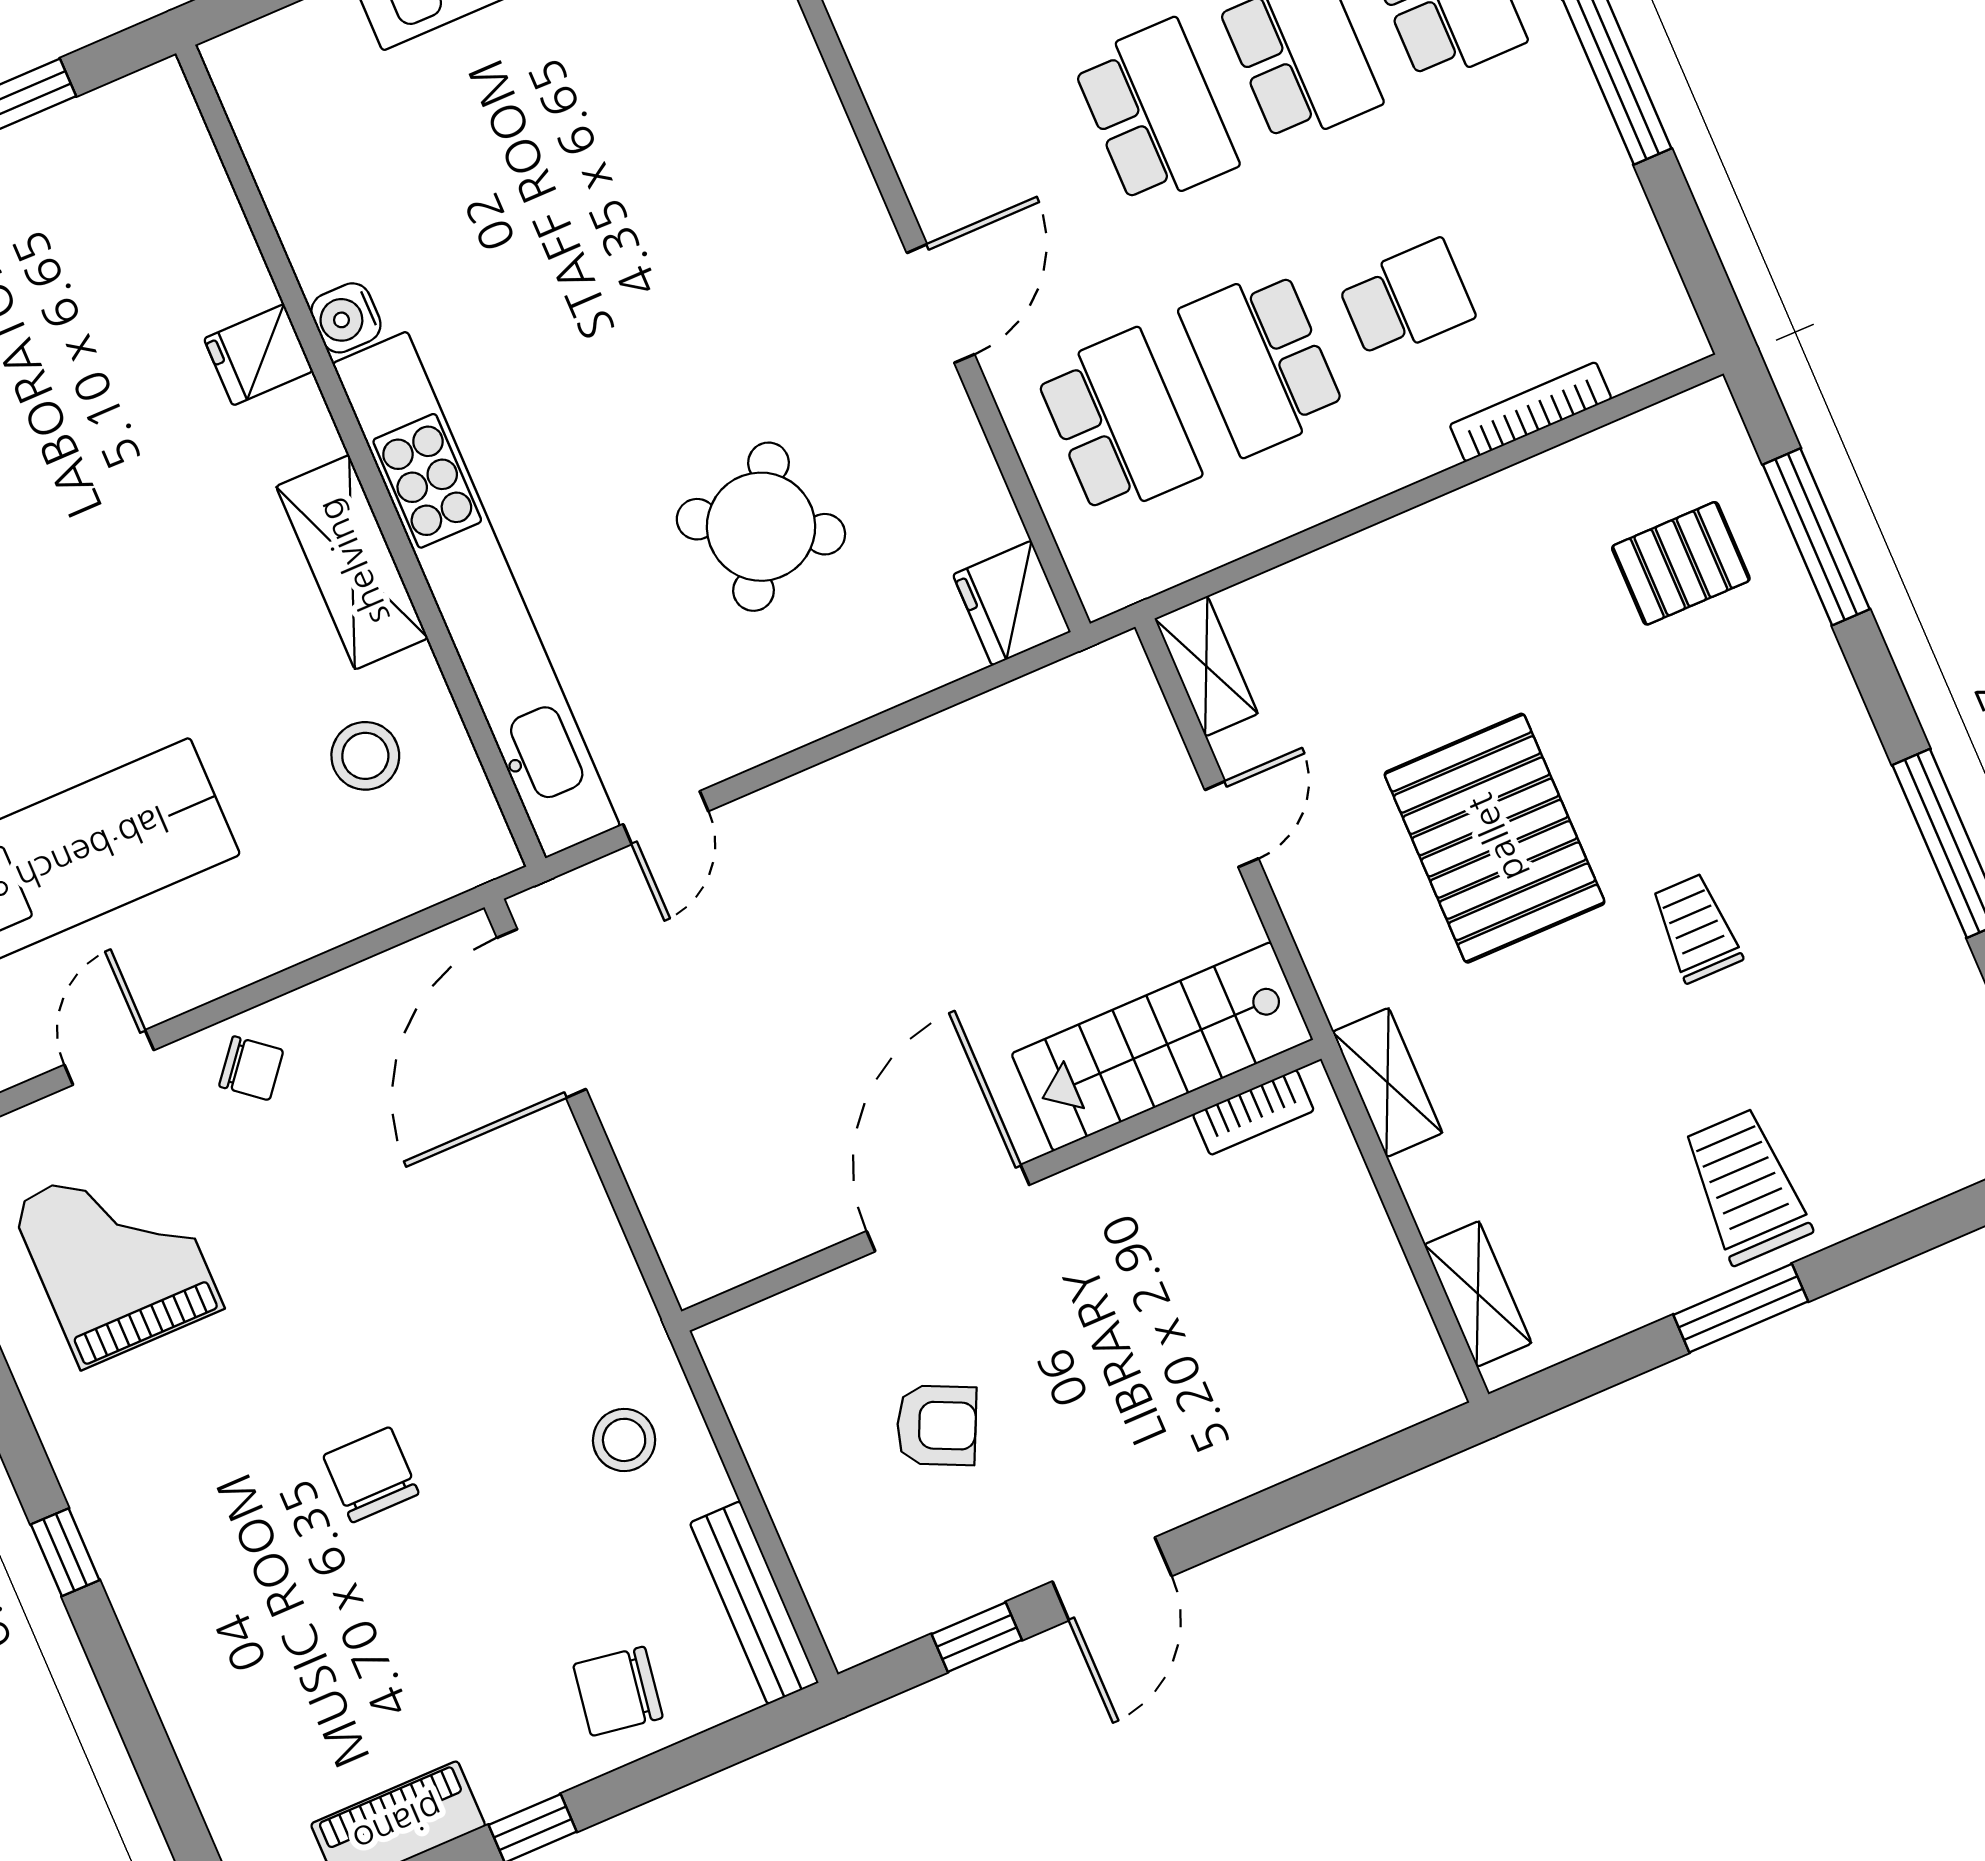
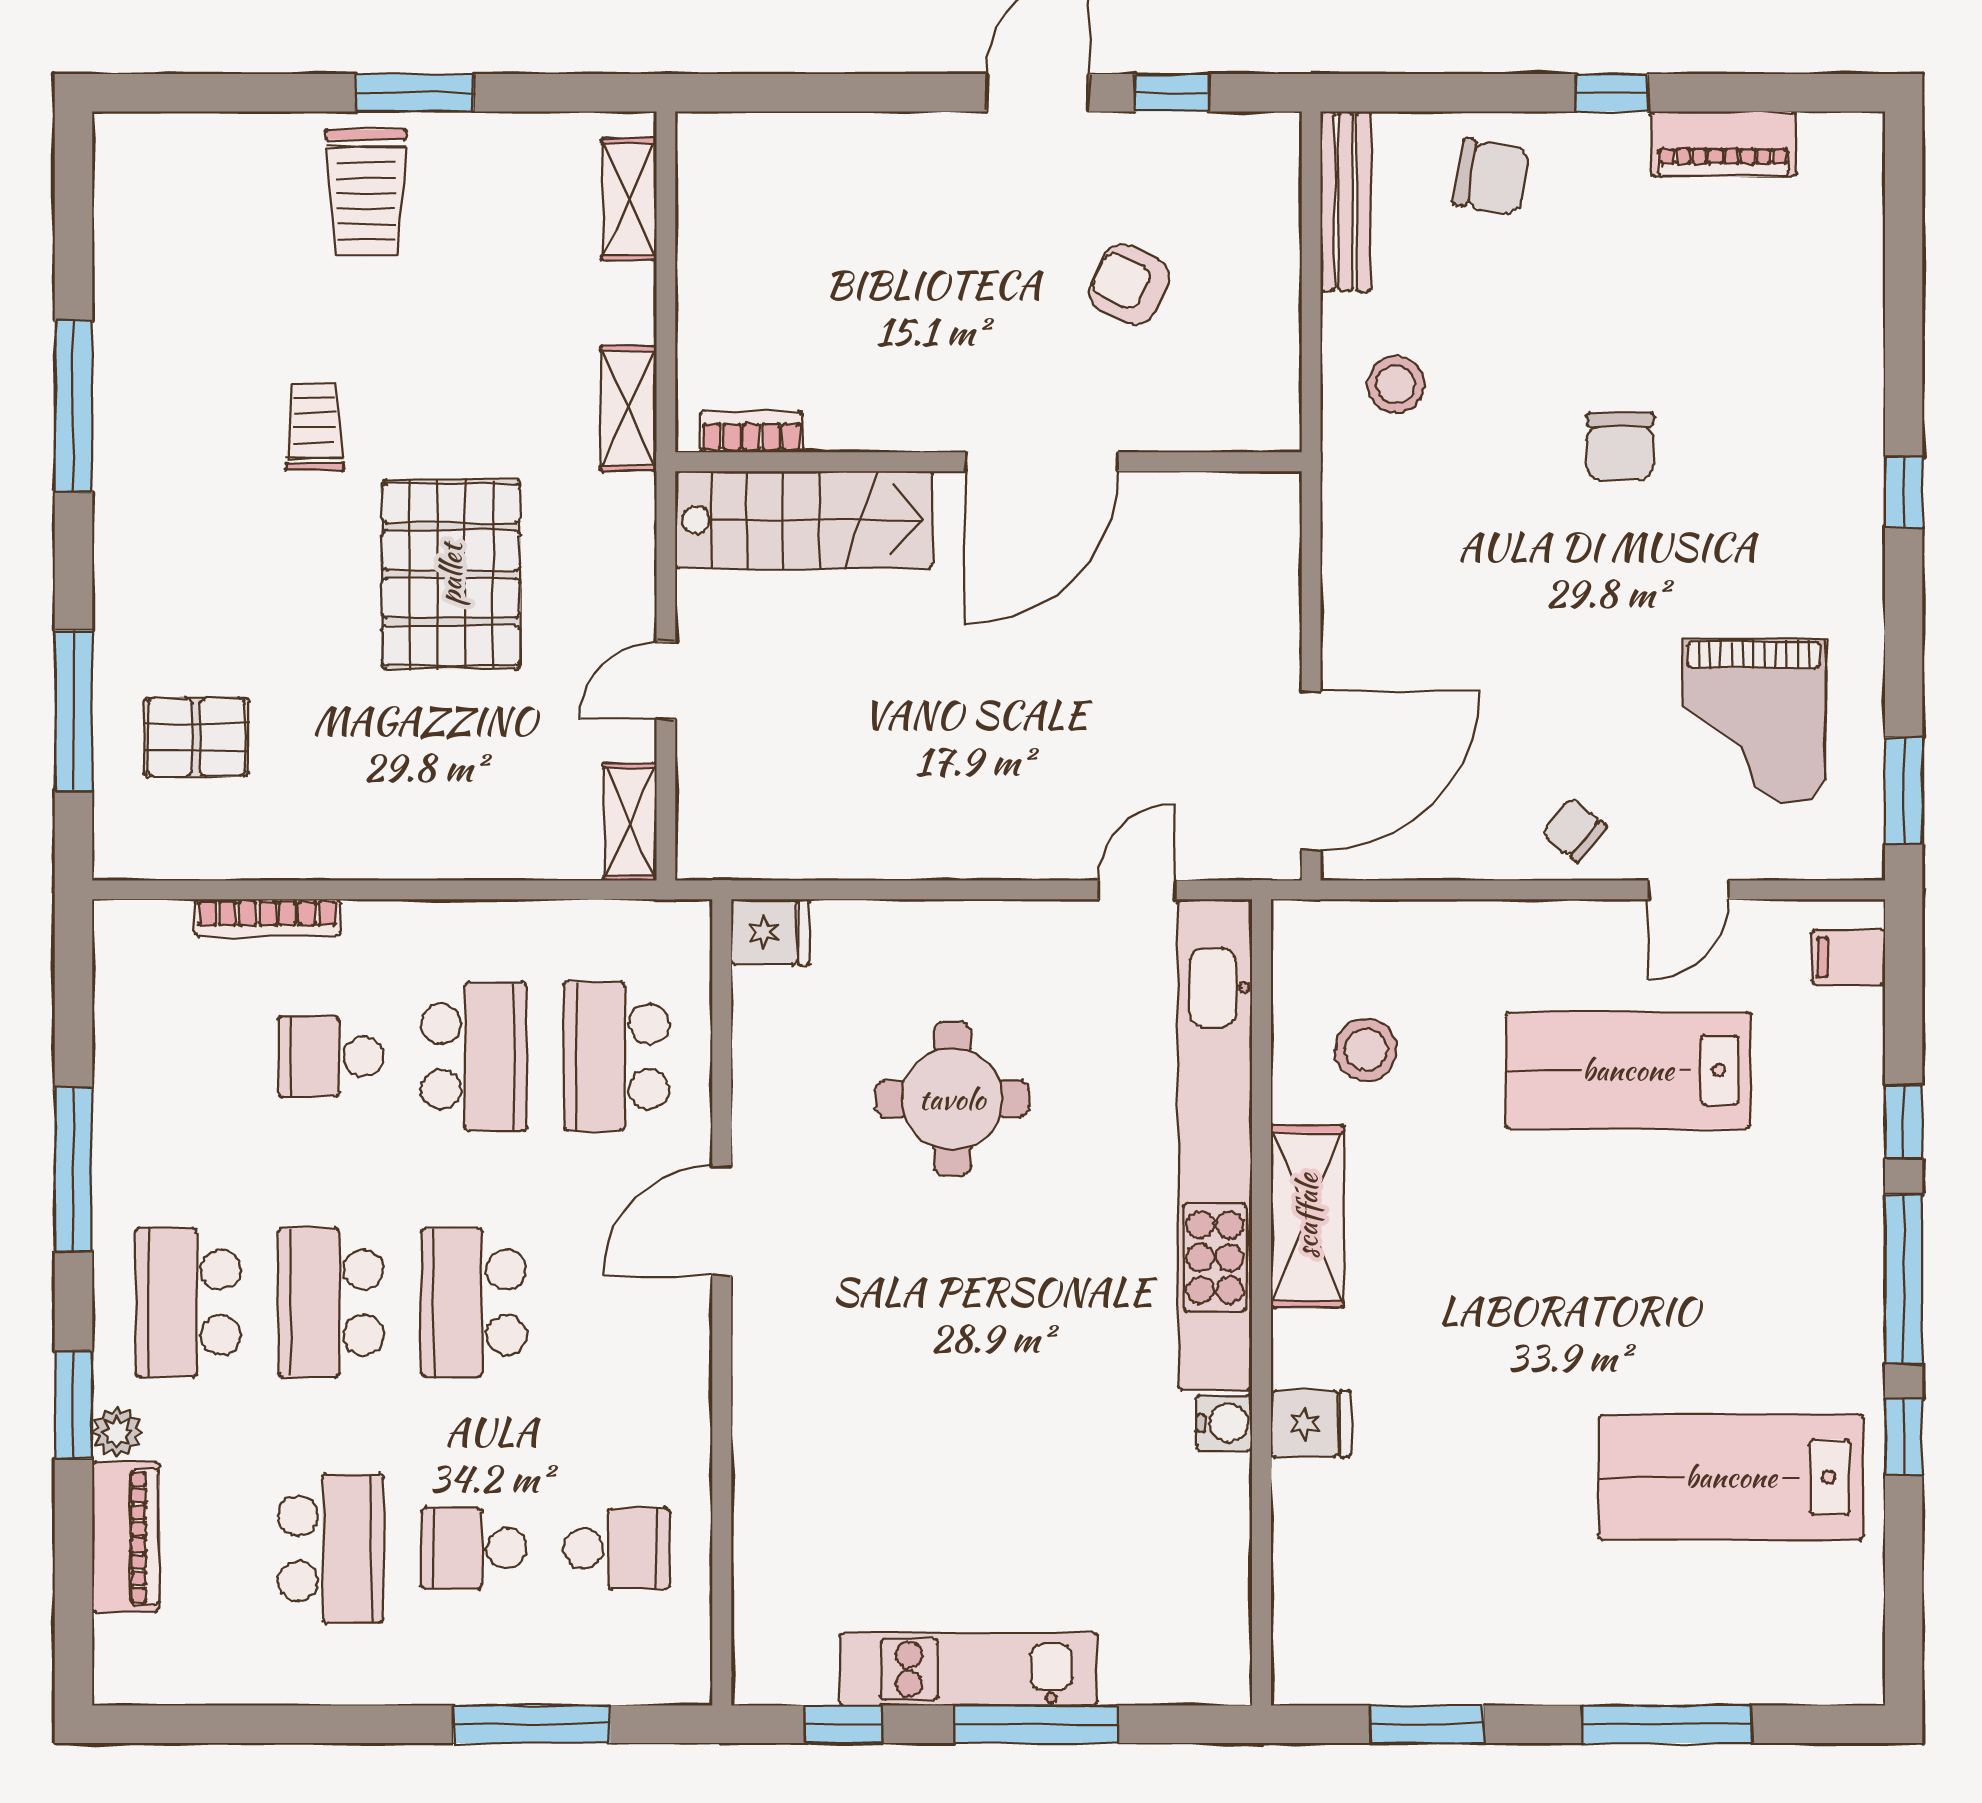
round table: (761, 527) -> (952, 1099), turned -30
fridge: (1012, 603) -> (770, 932), width x0.72
trolley: (1696, 928) -> (315, 426), turned 180

